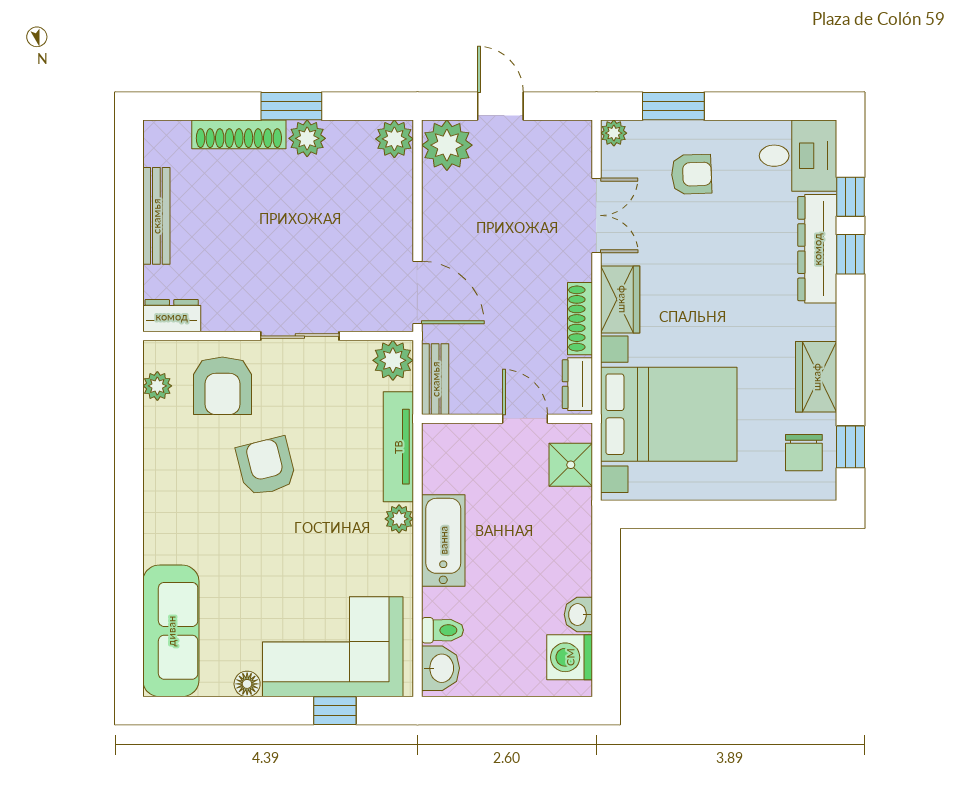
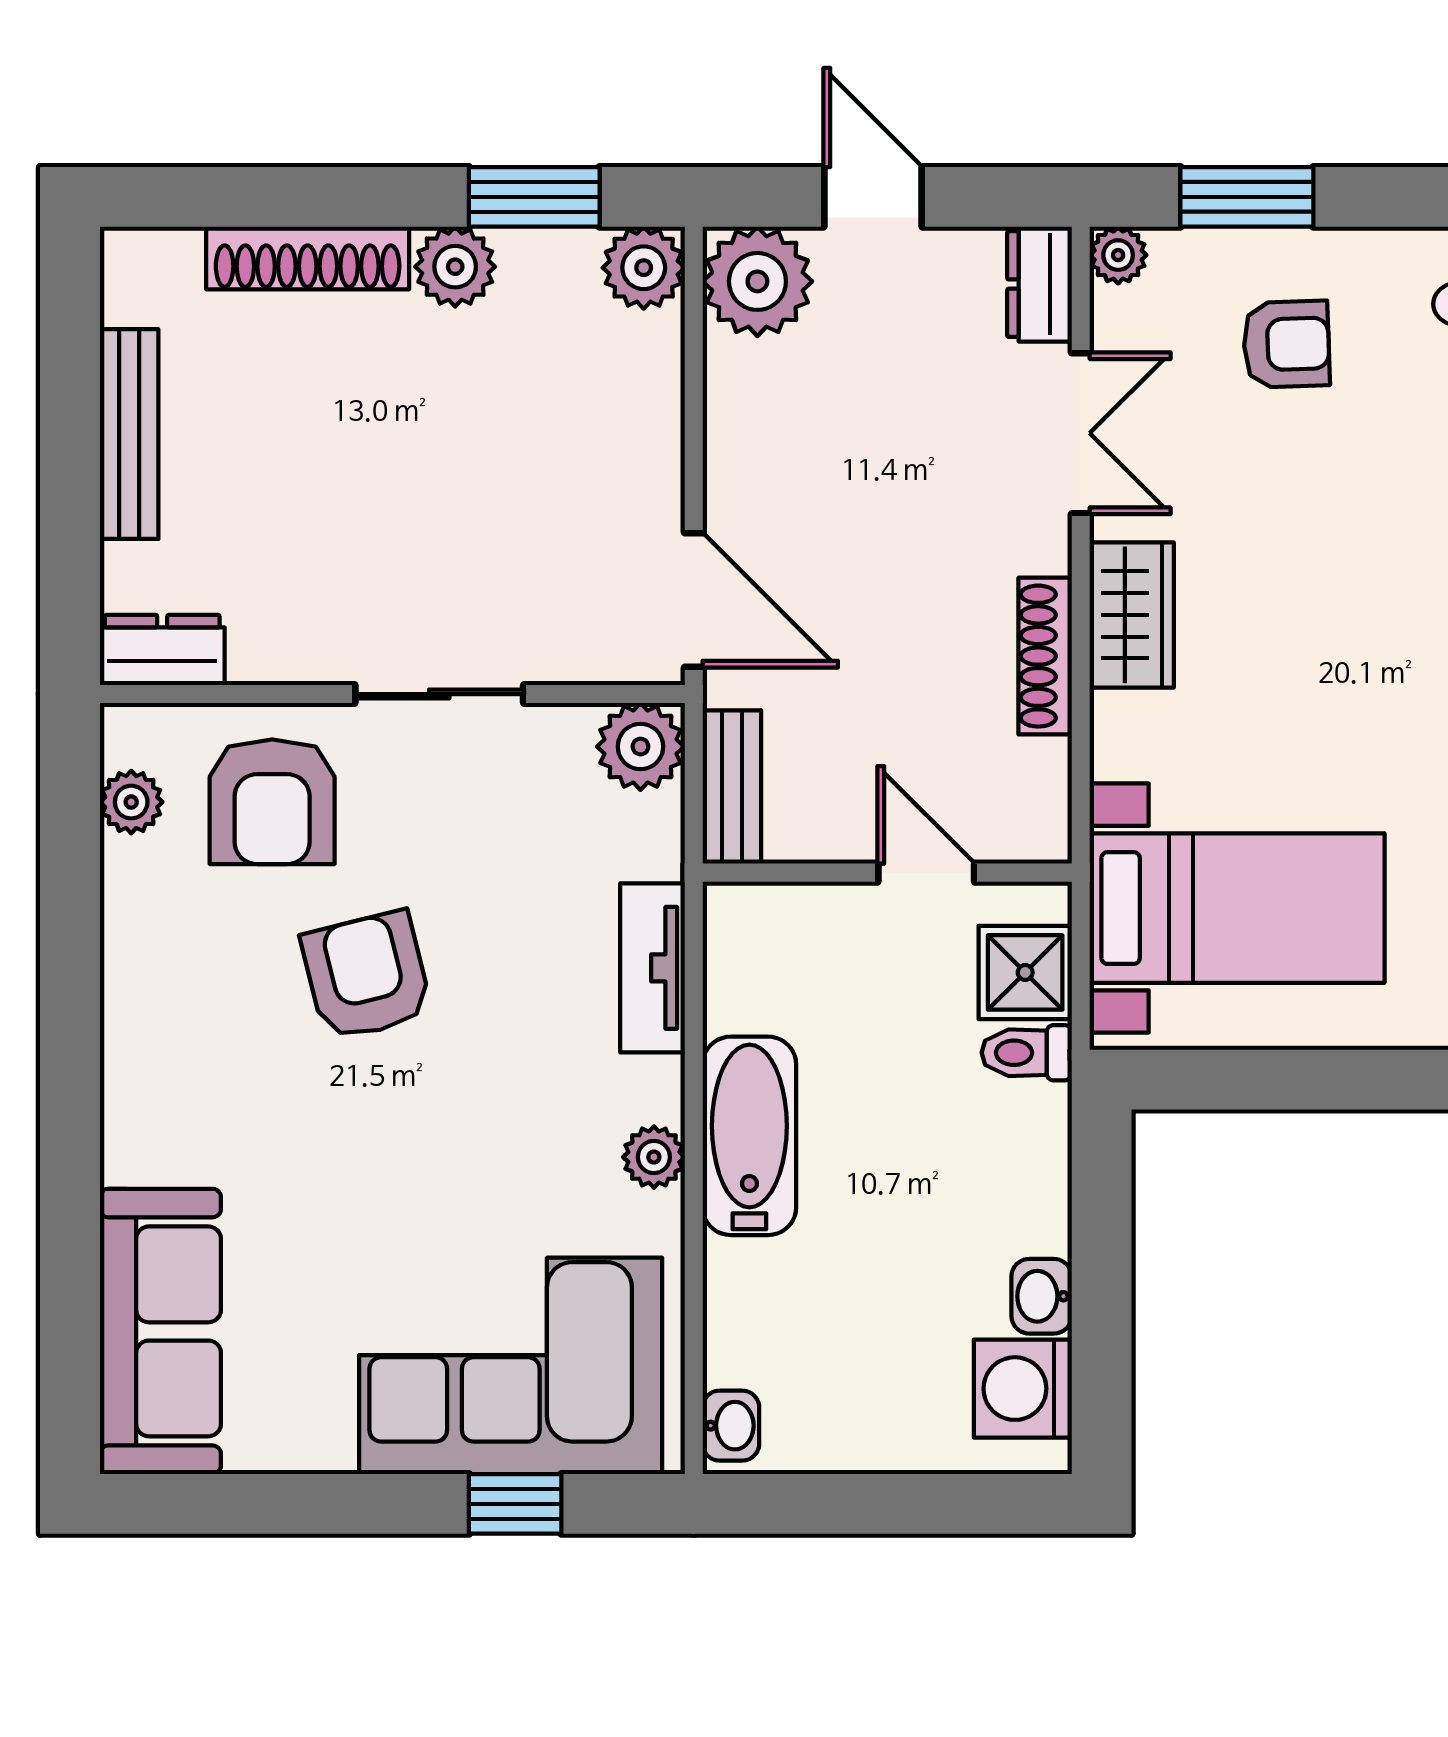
window: (291, 106) -> (534, 197), moved
dresser: (577, 384) -> (1039, 284), moved
bed with nightstands: (669, 414) -> (1237, 908), width x0.73
tv unit: (398, 447) -> (652, 968), width x0.71
plant: (399, 519) -> (654, 1157), moved
toilet: (442, 630) -> (1027, 1053), moved, turned 180
washbasin: (441, 668) -> (731, 1426), width x0.72, depth x0.69
floor lamp: (247, 684) -> (325, 1446), removed

